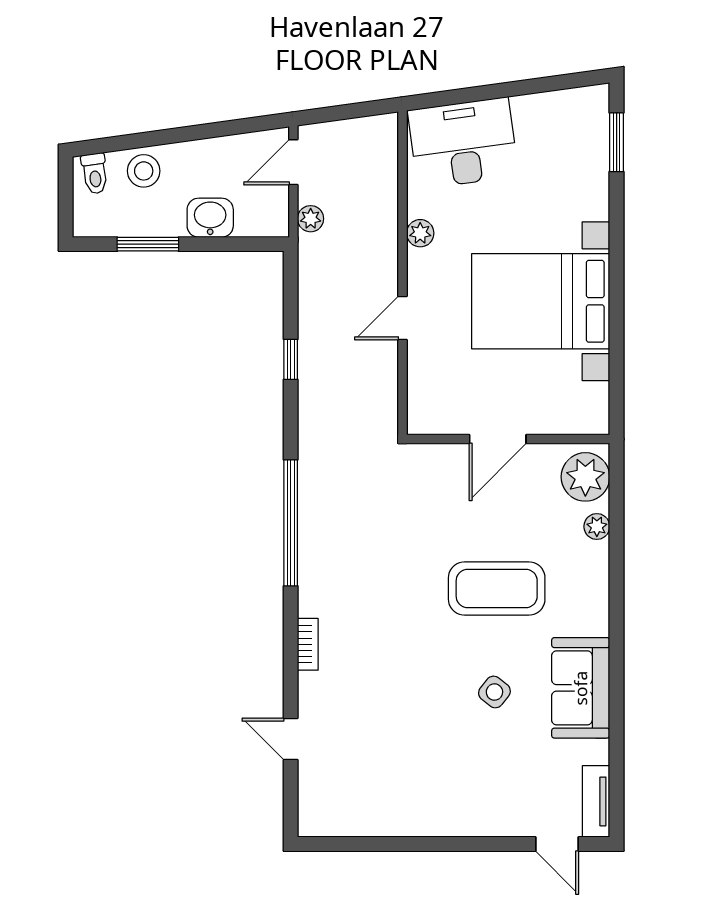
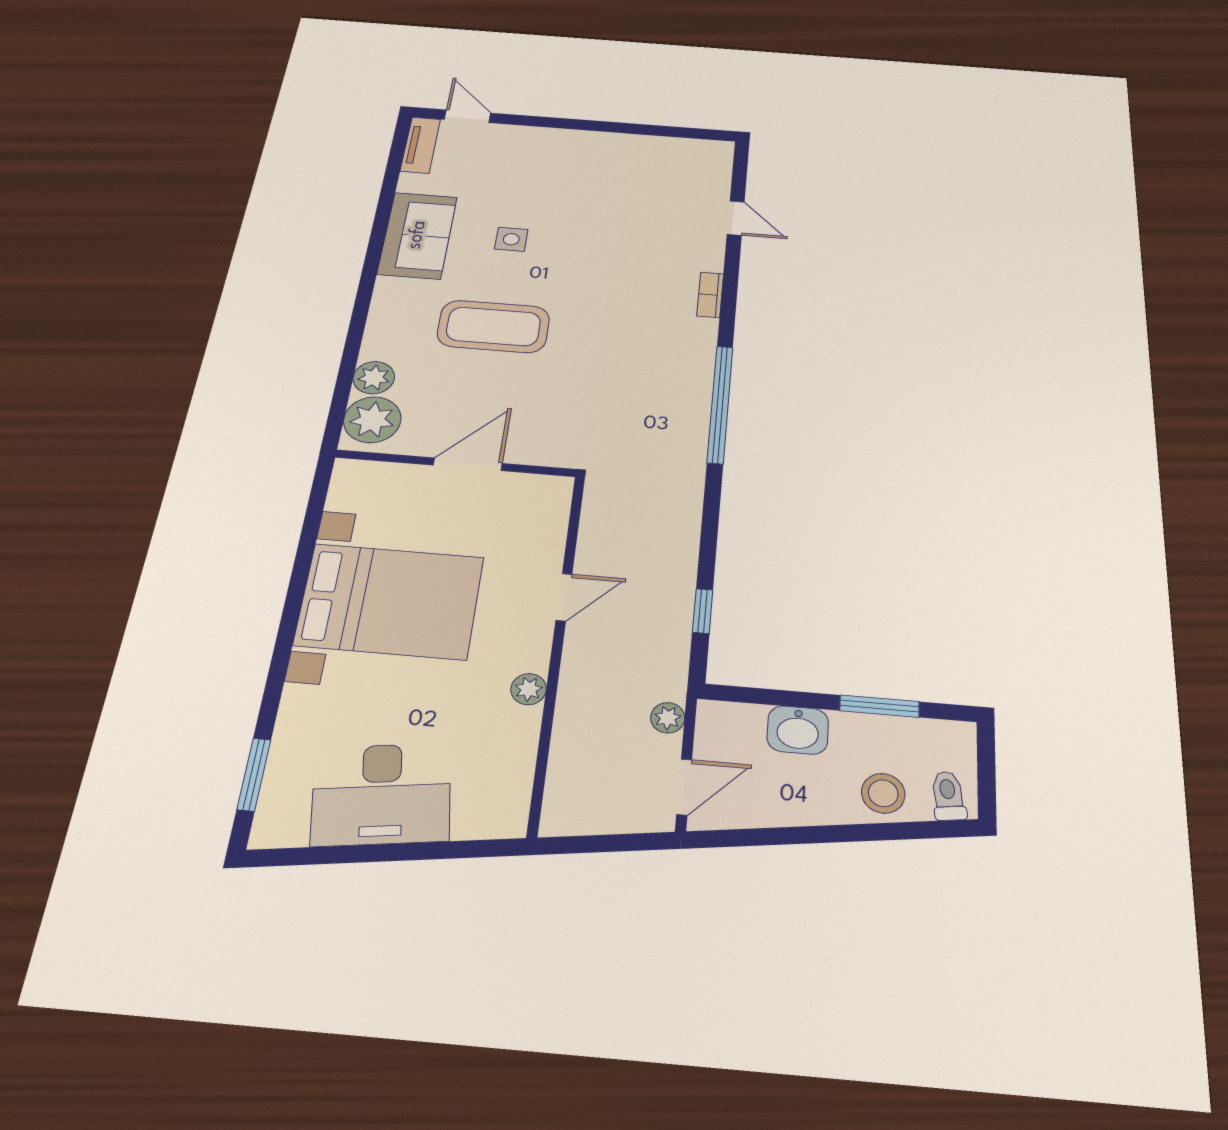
desk: (463, 143) -> (381, 794), moved
window: (291, 359) -> (703, 611), moved
plant: (597, 527) -> (374, 378), width x1.38, depth x1.38
side table: (494, 692) -> (511, 239), turned -38

